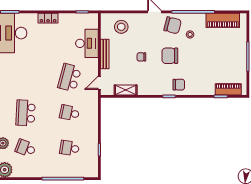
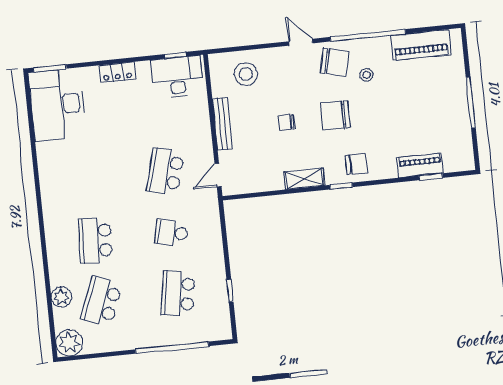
desk: (87, 43) -> (177, 77), moved, turned -90
piano: (228, 89) -> (420, 166), moved
shelving: (126, 90) -> (304, 179), moved
school desk: (26, 148) -> (102, 301), width x1.85
school desk: (70, 148) -> (178, 294), width x1.85

